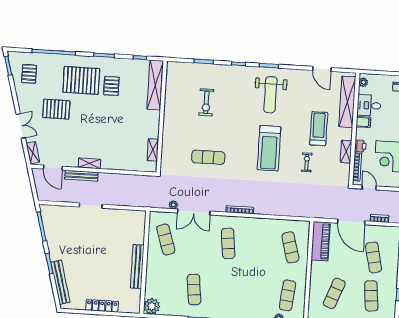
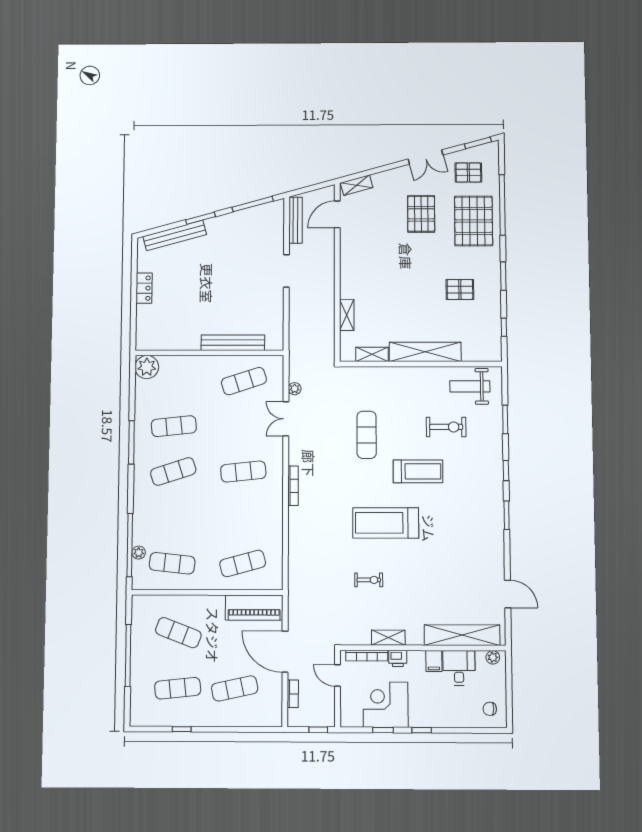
door: (322, 69) -> (508, 594), swing flipped
pallet: (81, 80) -> (474, 221), moved
shelving: (155, 85) -> (425, 352), moved
weight bench: (270, 95) -> (470, 386), moved, width x0.73, depth x0.75
exercise bike: (206, 102) -> (446, 427), turned 180
double door: (21, 126) -> (426, 157), moved
treadmill: (319, 129) -> (418, 471), moved
shelving: (89, 163) -> (347, 315), moved
bench: (81, 176) -> (296, 220), moved
door: (369, 188) -> (337, 675), swing flipped
double door: (194, 212) -> (286, 419), width x0.73
door: (351, 222) -> (285, 652), hinge flipped
bench: (137, 267) -> (233, 343), moved
exercise mat: (225, 292) -> (173, 472), added
locker: (102, 306) -> (144, 288), width x0.66

